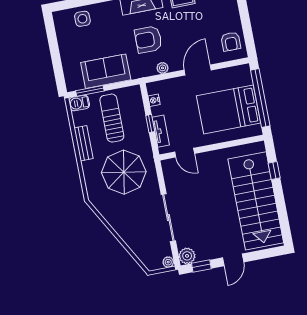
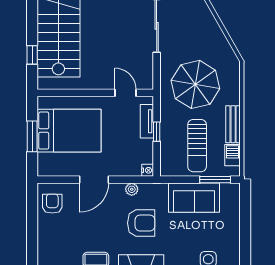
window: (260, 98) -> (32, 136), width x0.47
nightstand: (154, 100) -> (148, 170), moved
barbecue: (79, 103) -> (233, 155), moved, turned -90

